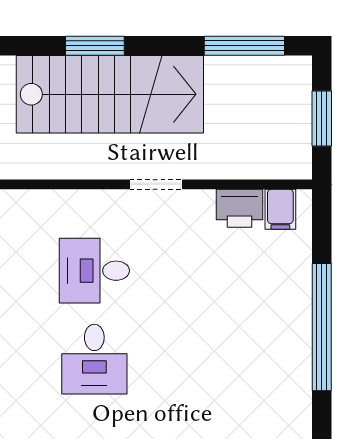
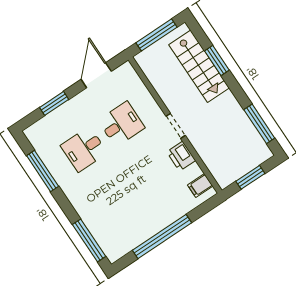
stairs: (110, 94) -> (199, 66), width x0.73, depth x0.66
printer: (239, 208) -> (181, 156), moved
desk: (94, 271) -> (121, 124), turned 90

